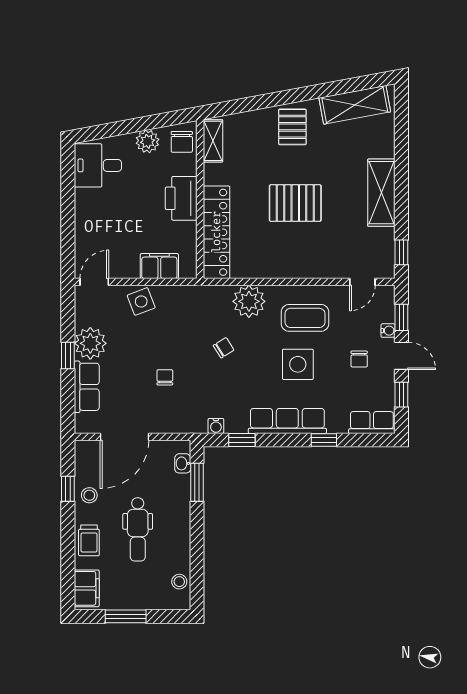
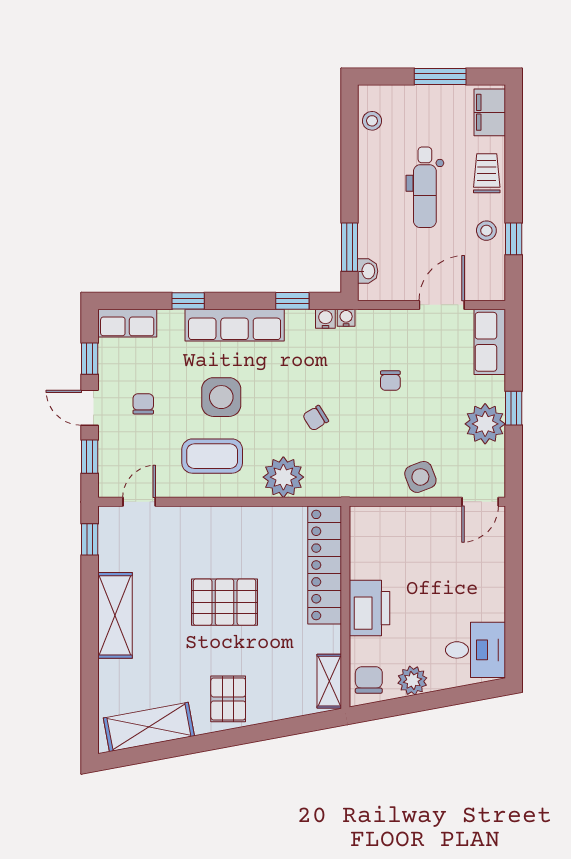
filing cabinet: (159, 266) -> (397, 522), removed
water cooler: (388, 331) -> (346, 318), moved, turned 90
row of seats: (87, 387) -> (490, 342), moved
door: (124, 437) -> (442, 305), width x0.73
dental chair: (138, 529) -> (425, 187), turned 180

